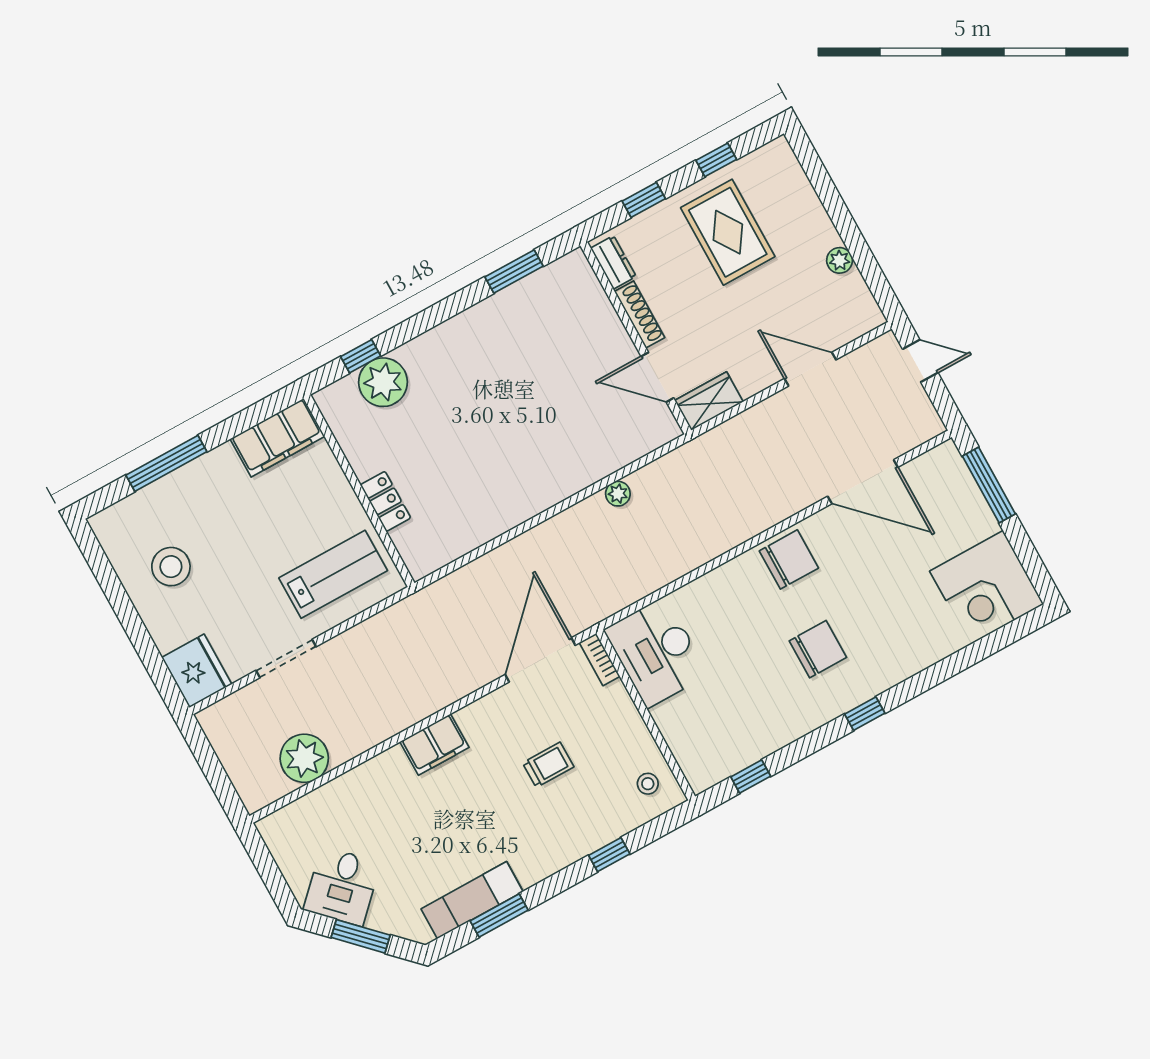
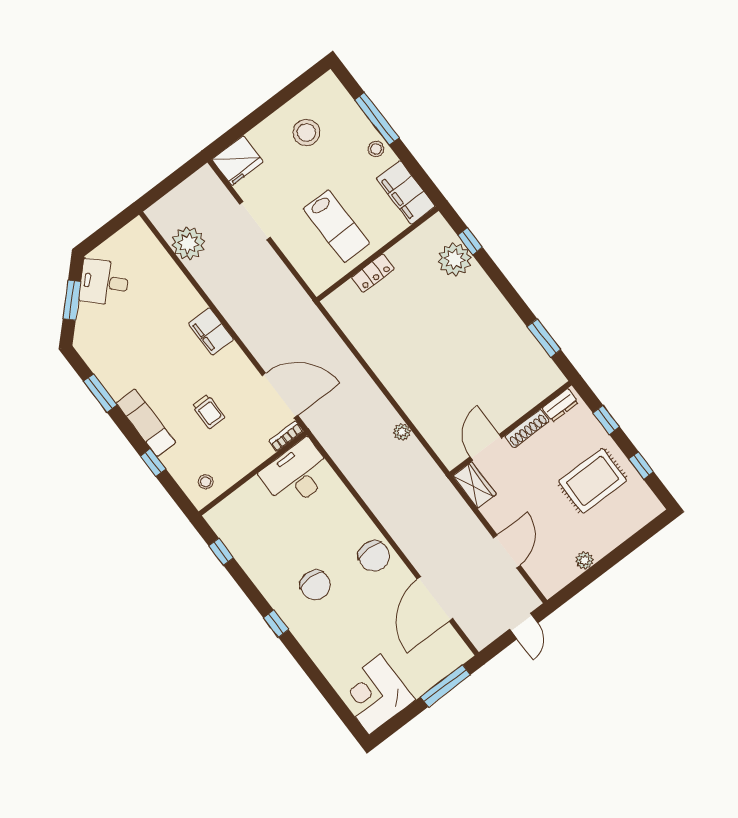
stool: (209, 471) -> (376, 149), added
lab bench: (333, 574) -> (336, 226), moved
exam couch: (472, 900) -> (146, 423), moved

